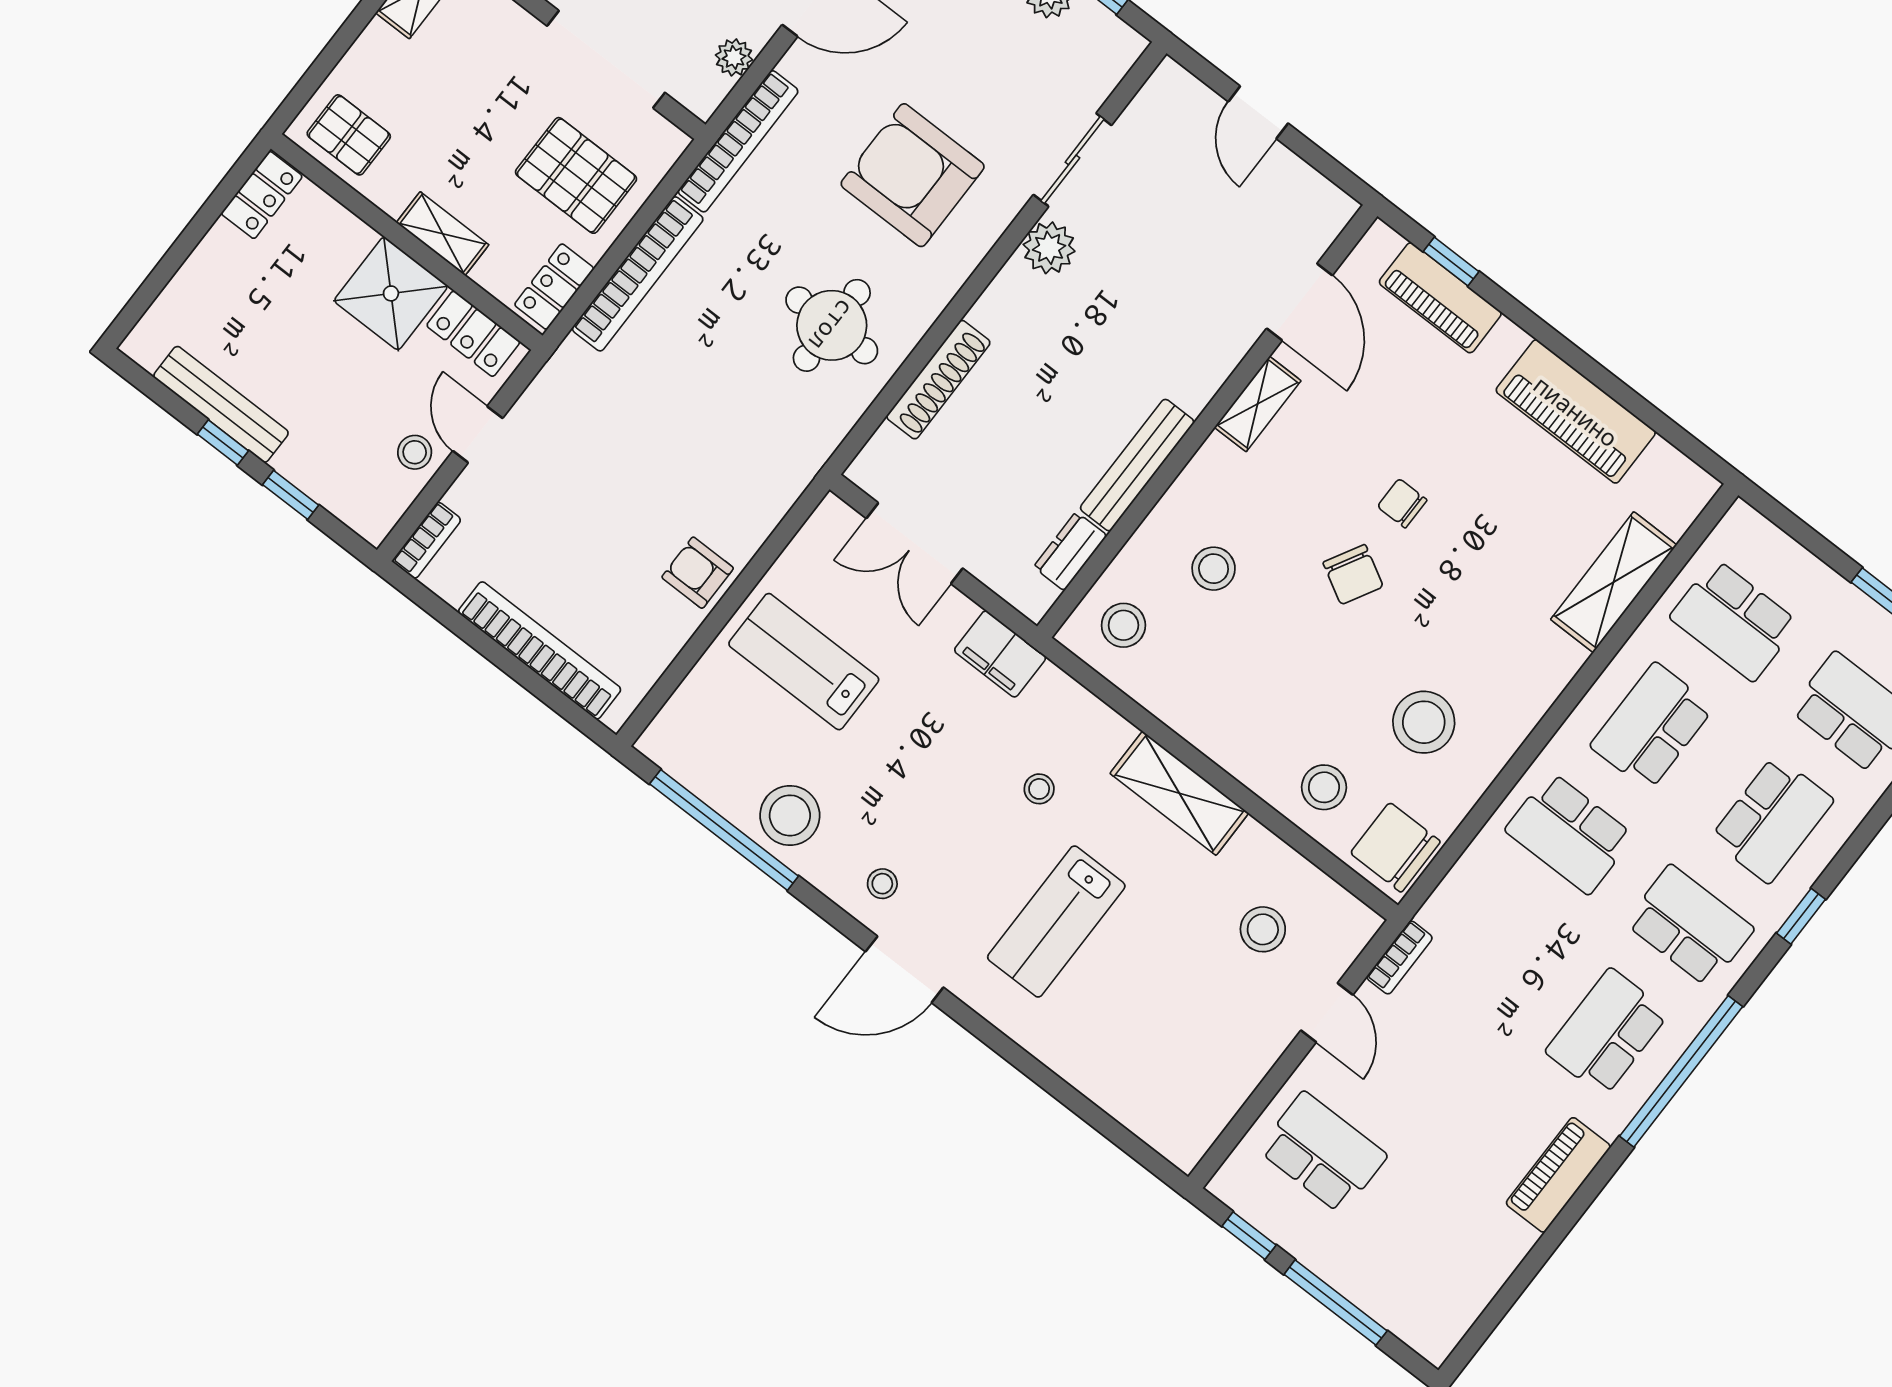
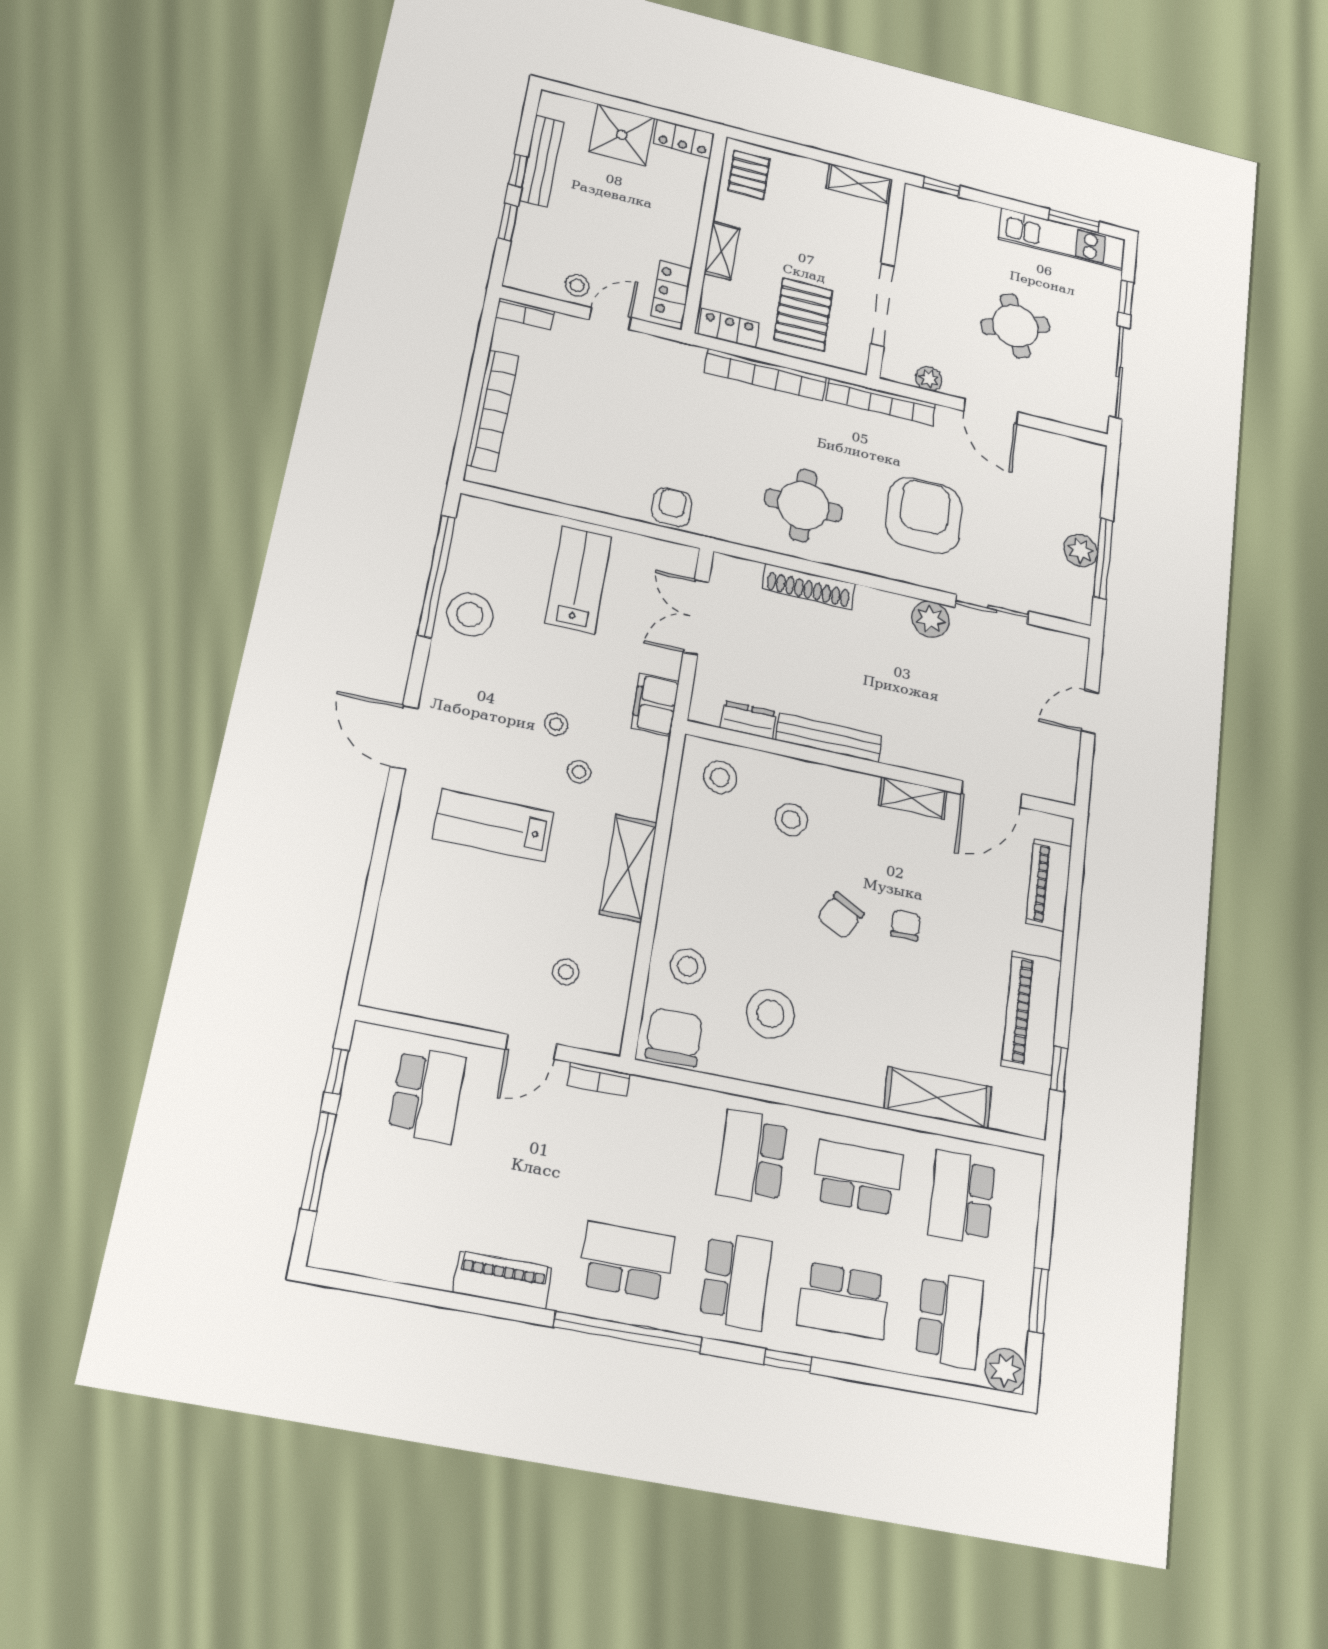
window: (1451, 262) -> (1059, 1068), moved
shower: (391, 293) -> (622, 135), moved
armchair: (698, 573) -> (672, 507), moved
stool: (882, 884) -> (556, 724), moved
stool: (1263, 929) -> (566, 972), width x0.73, depth x0.73

